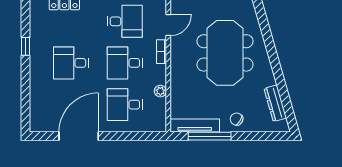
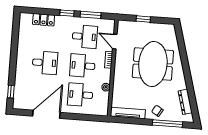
door: (168, 25) -> (115, 42), swing flipped
window: (26, 46) -> (11, 92), moved
desk: (71, 63) -> (45, 63), turned 180
window: (210, 136) -> (168, 124), moved

